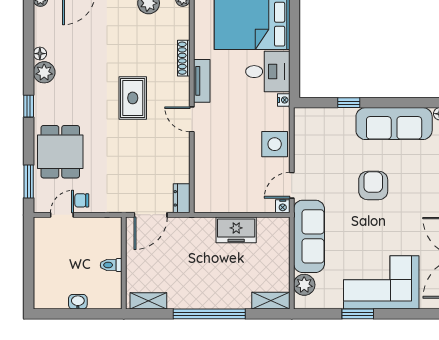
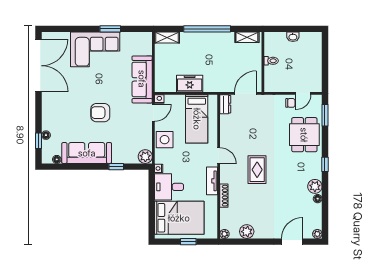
bed: (225, 176) -> (197, 119), added
armchair: (373, 185) -> (100, 113), turned 90
plant: (304, 285) -> (145, 157), moved

